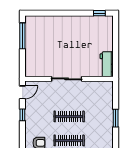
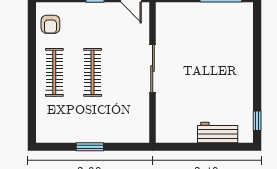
workbench: (107, 64) -> (218, 132), moved

